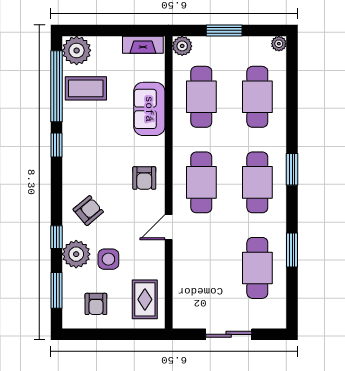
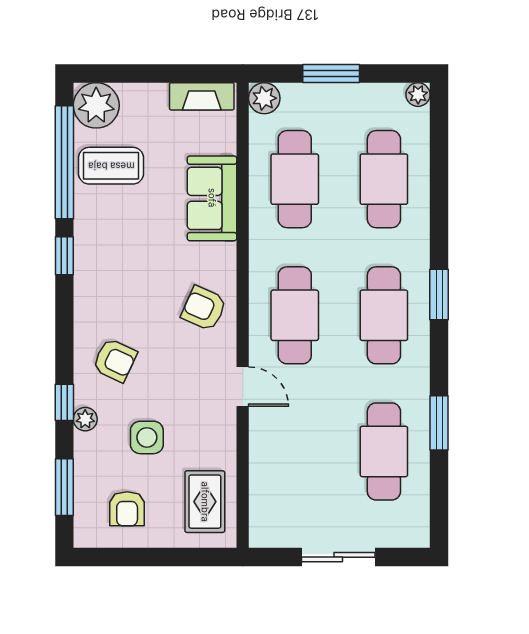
armchair: (144, 178) -> (204, 308), turned 114
armchair: (88, 211) -> (115, 360), turned 65
door: (169, 227) -> (243, 387), swing flipped
plant: (76, 254) -> (85, 419), width x0.53, depth x0.53

